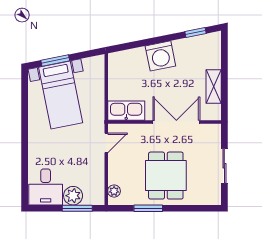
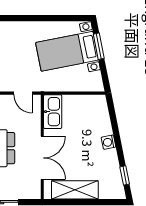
washing machine: (160, 56) -> (109, 142), width x0.53, depth x0.53
shelving: (214, 87) -> (75, 190), width x1.50, depth x1.33

